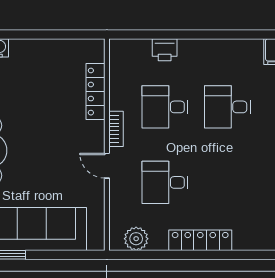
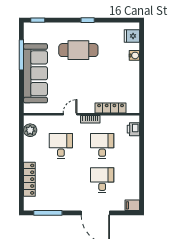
printer: (165, 50) -> (133, 129), moved
locker: (200, 240) -> (29, 179), moved

